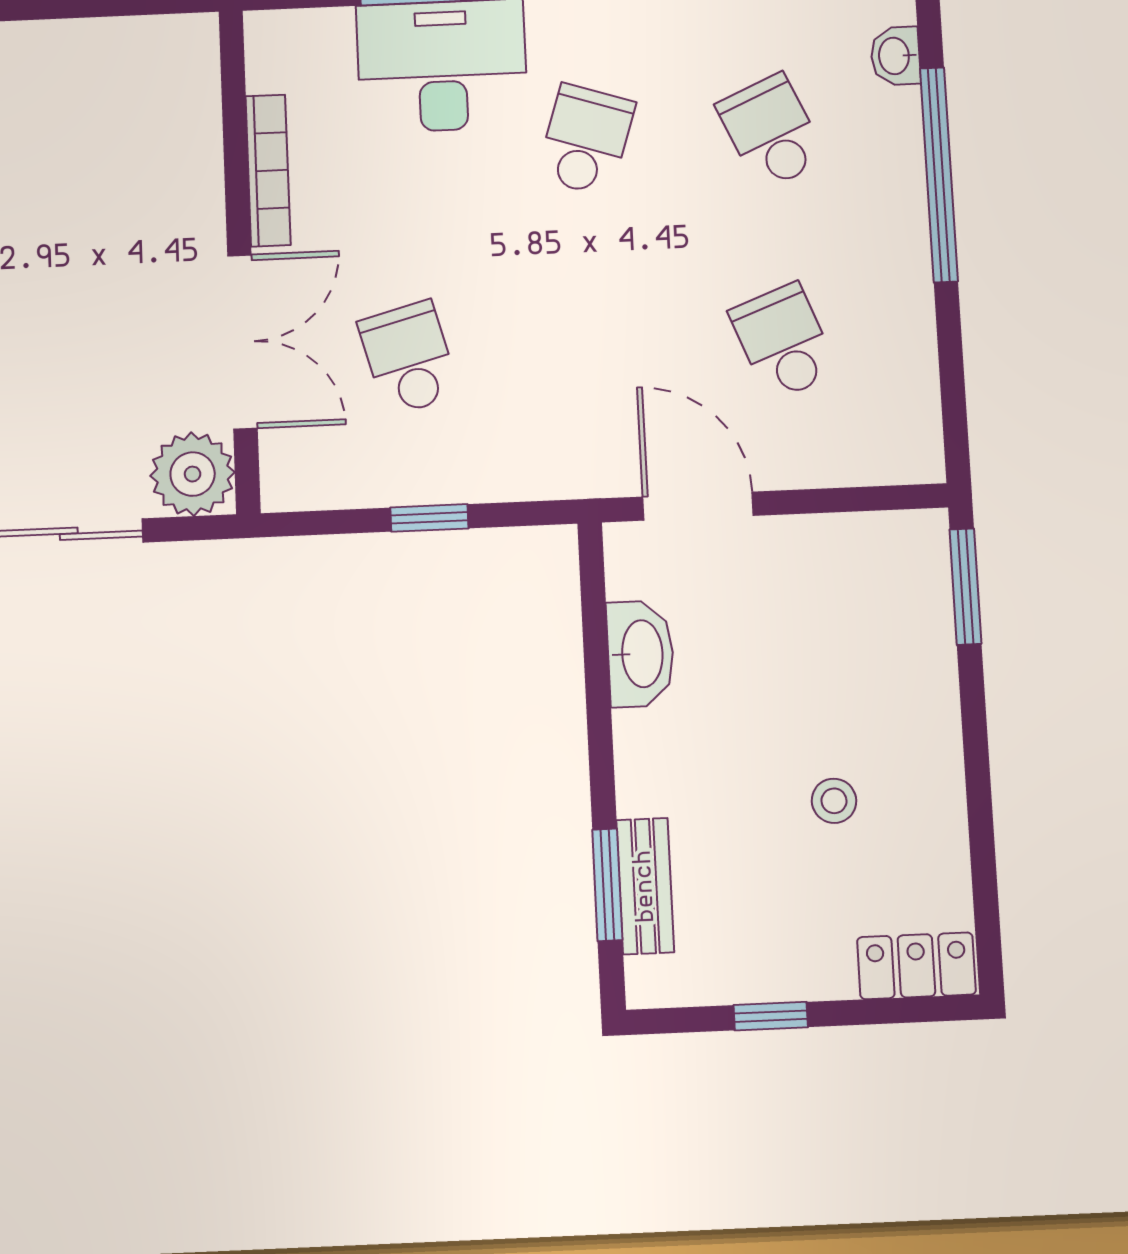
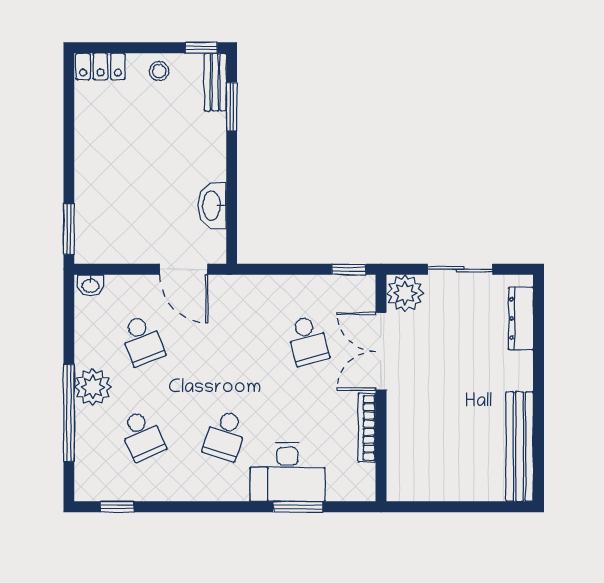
washbasin: (895, 56) -> (91, 285), moved, turned 90
plant: (888, 233) -> (93, 387), added
window: (429, 518) -> (349, 269), moved
stool: (834, 801) -> (159, 71), moved
bench: (645, 886) -> (215, 82), moved
window: (771, 1016) -> (201, 48), moved

